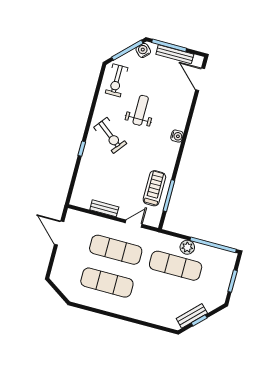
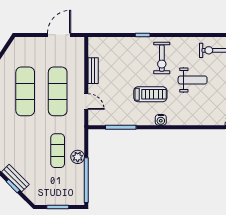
exercise bike: (110, 135) -> (162, 58), turned -38
water cooler: (177, 136) -> (161, 120), moved
treadmill: (154, 188) -> (150, 94), moved
exercise mat: (176, 266) -> (58, 151), width x0.73, depth x0.69

